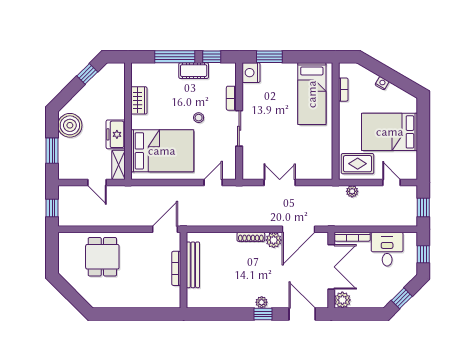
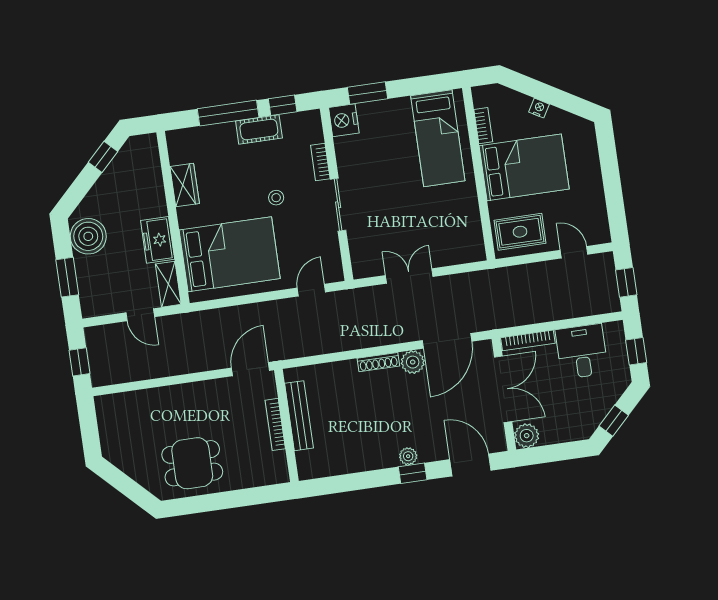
bed: (390, 132) -> (524, 167), moved, turned 180
plant: (352, 191) -> (518, 274), removed
dining table: (102, 257) -> (192, 463), moved, turned 90

